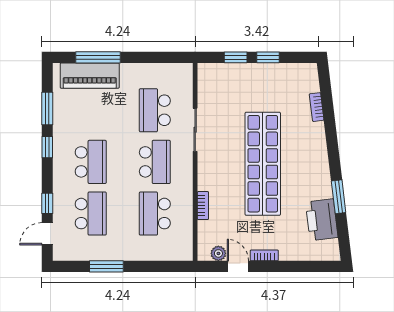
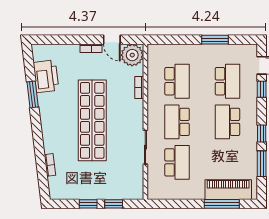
school desk: (91, 214) -> (227, 81), turned 180
plant: (218, 253) -> (132, 55), width x1.87, depth x1.87

